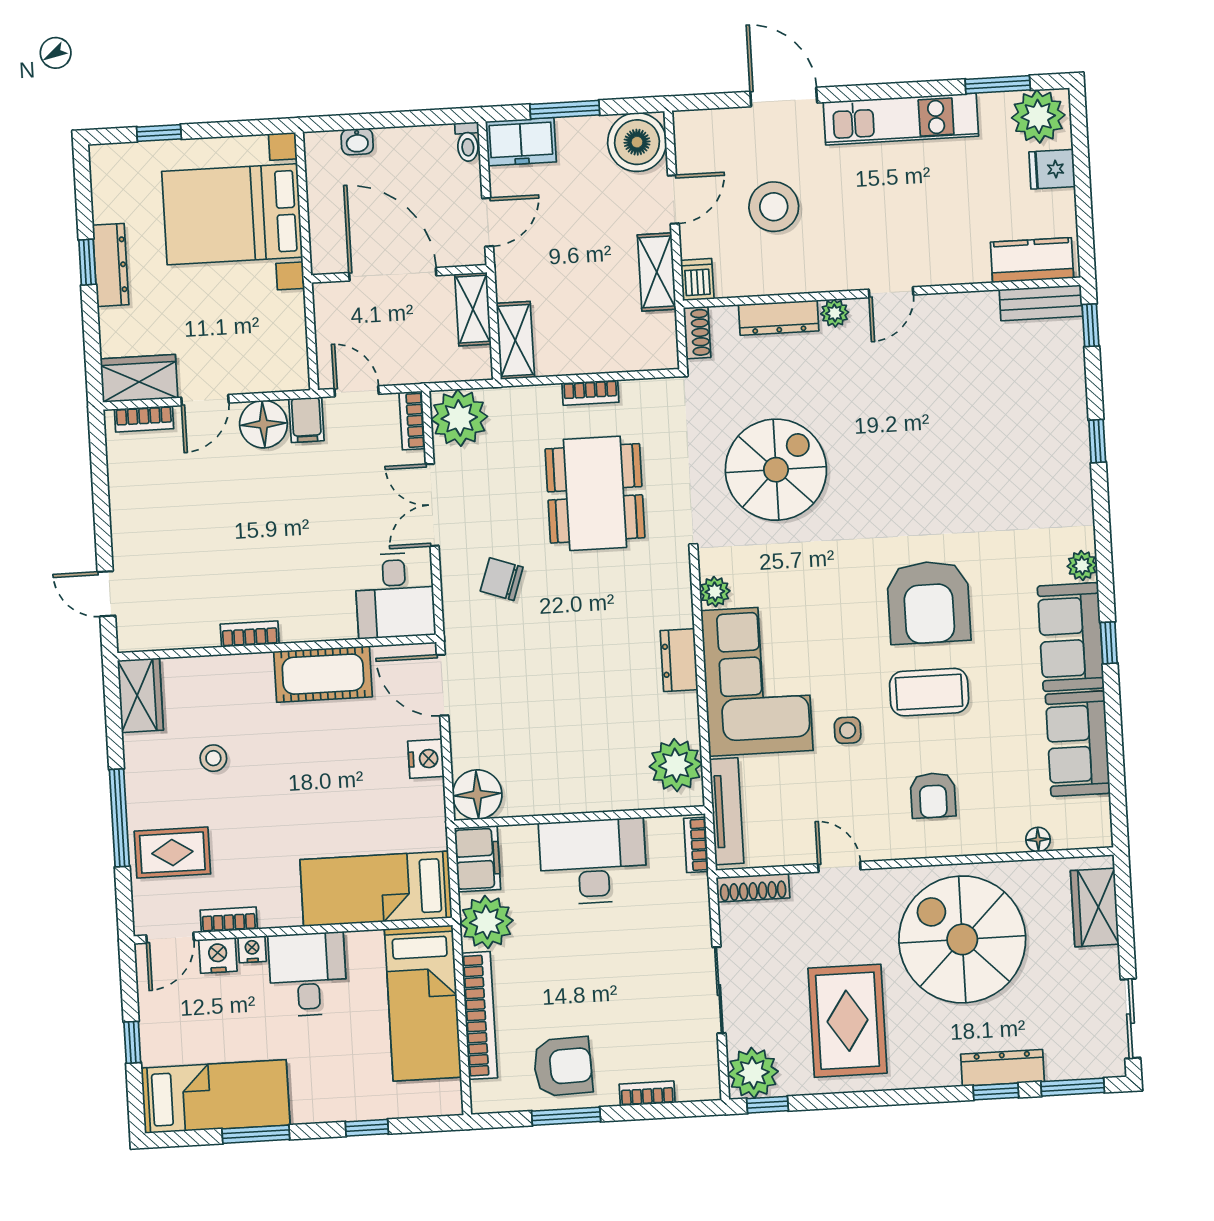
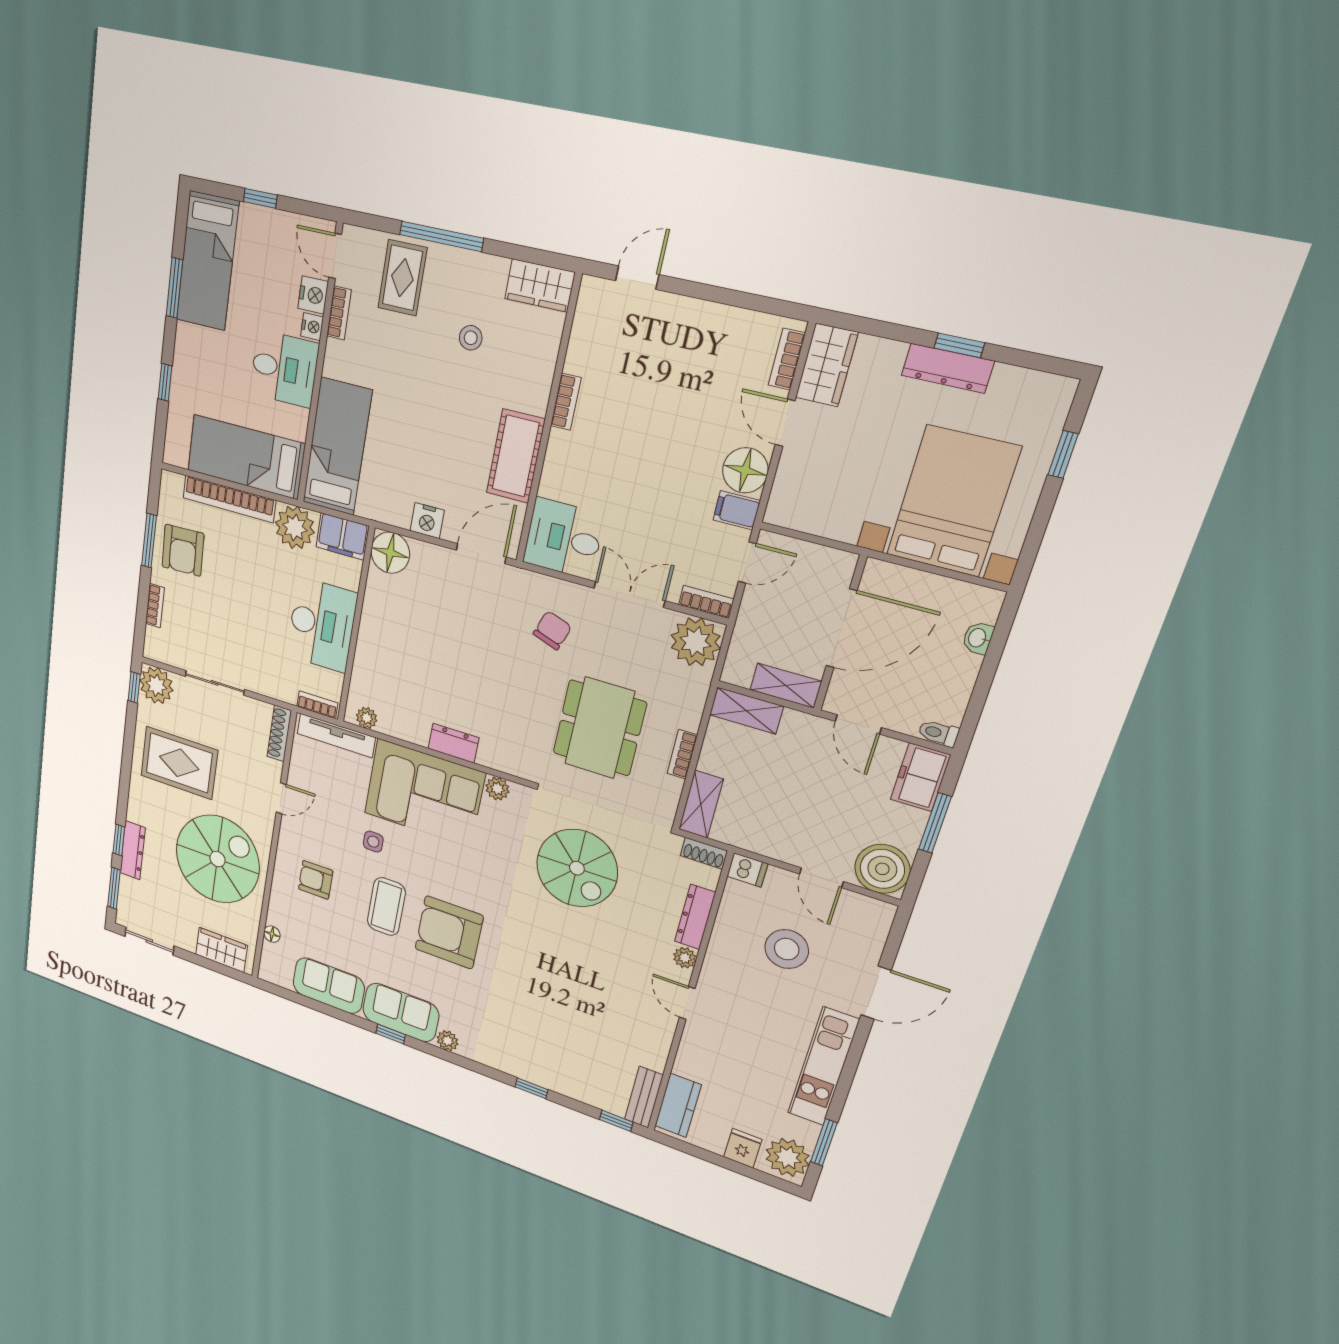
shelving: (657, 272) -> (701, 804), moved, turned 90
dining table: (595, 493) -> (599, 728), turned 90
plant: (676, 765) -> (367, 718), width x0.53, depth x0.53

